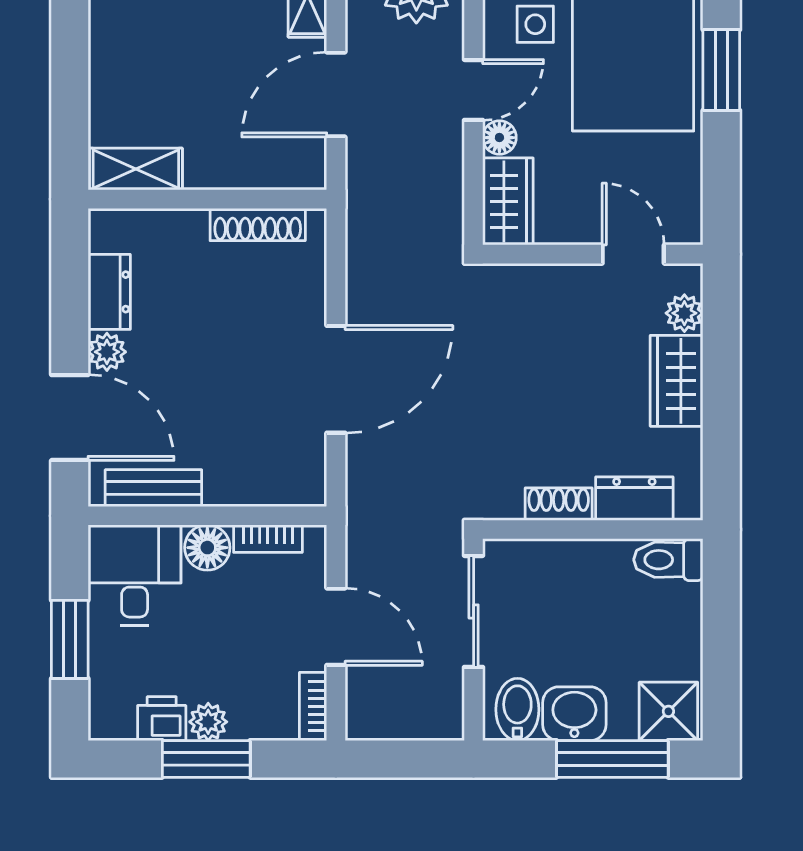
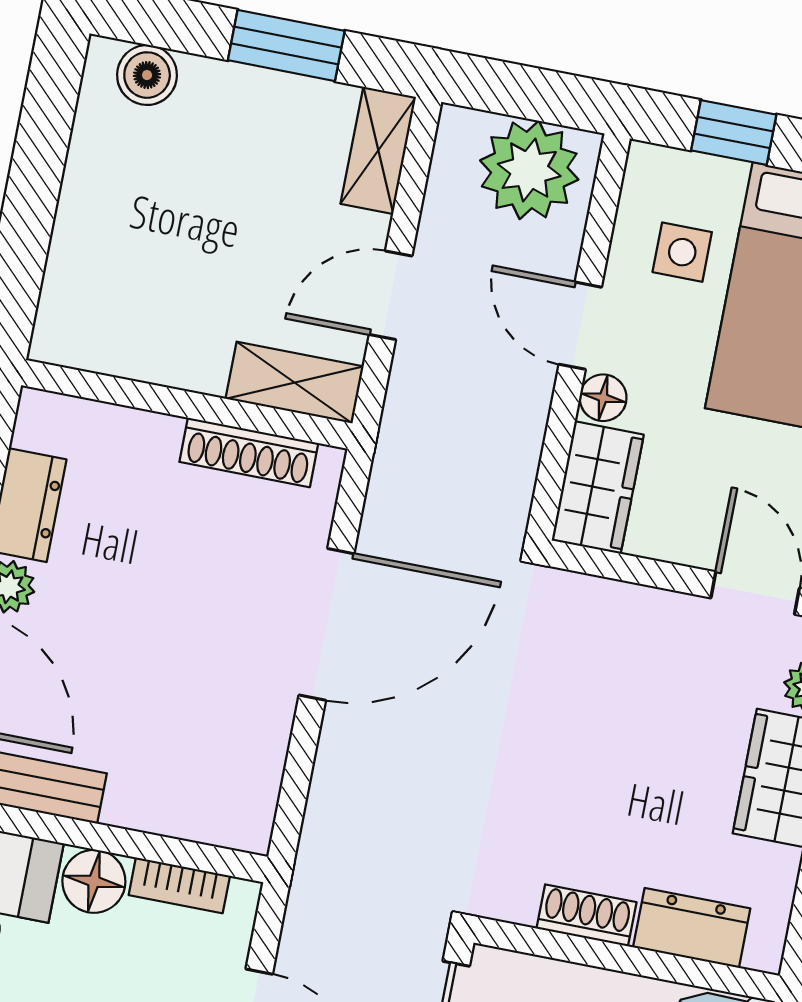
door: (474, 90) -> (580, 326), swing flipped
door: (336, 94) -> (391, 295), width x0.73
shelving: (136, 169) -> (295, 383), moved
door: (336, 379) -> (327, 624), moved

